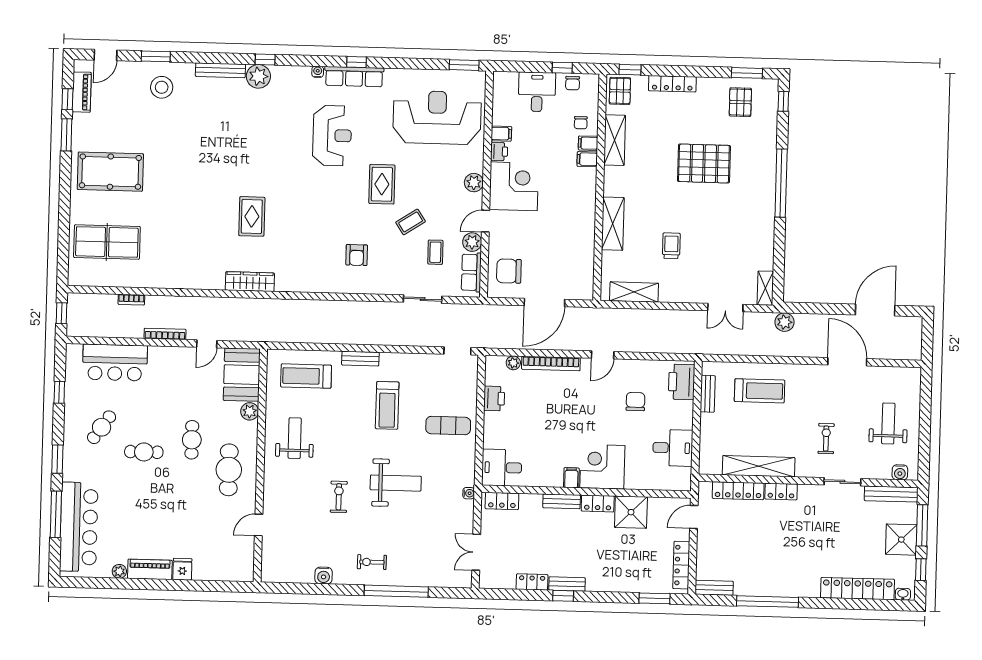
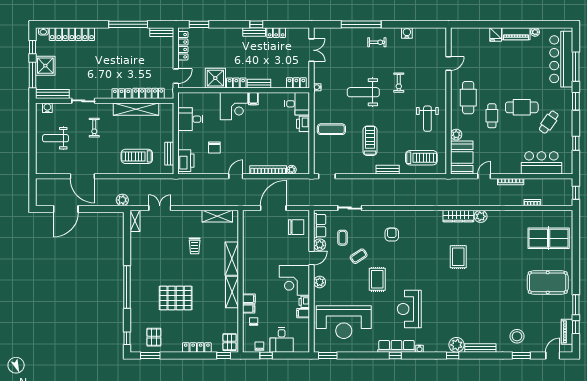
shelving: (615, 140) -> (232, 292), moved
plant: (214, 280) -> (481, 216), added
printer: (494, 398) -> (303, 124), moved
weight bench: (888, 423) -> (56, 138), turned 90
cafe table: (144, 452) -> (522, 107), width x1.37, depth x1.35

